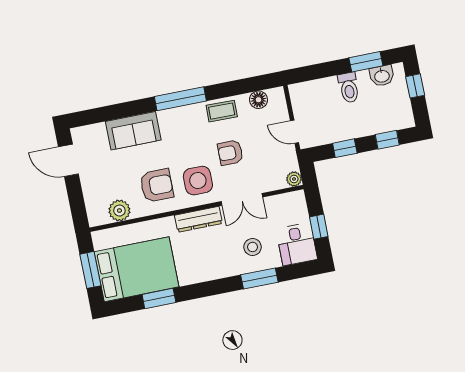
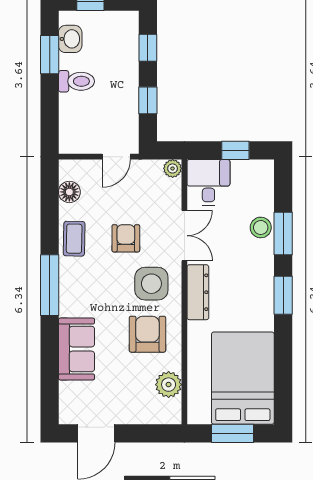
armchair: (230, 153) -> (126, 238), turned 180
desk: (297, 244) -> (208, 182), moved, turned -90
stool: (253, 247) -> (261, 227), moved
window: (159, 299) -> (283, 295), moved

